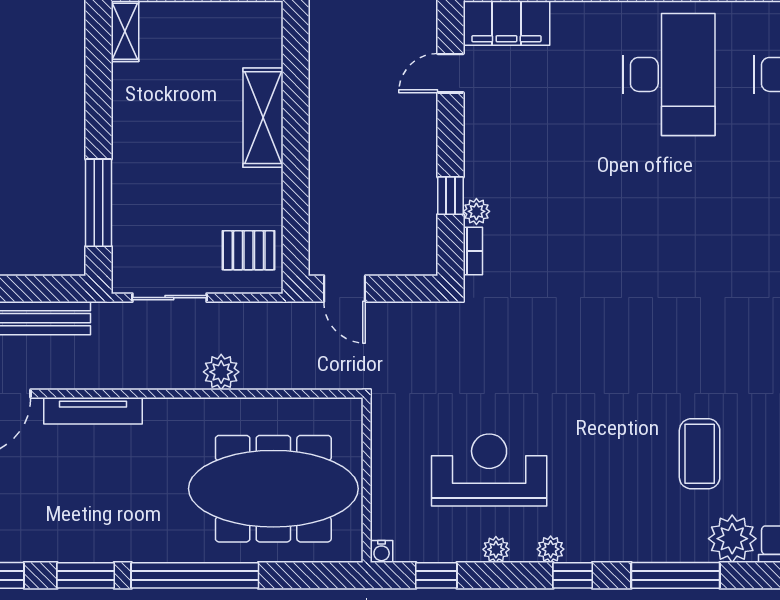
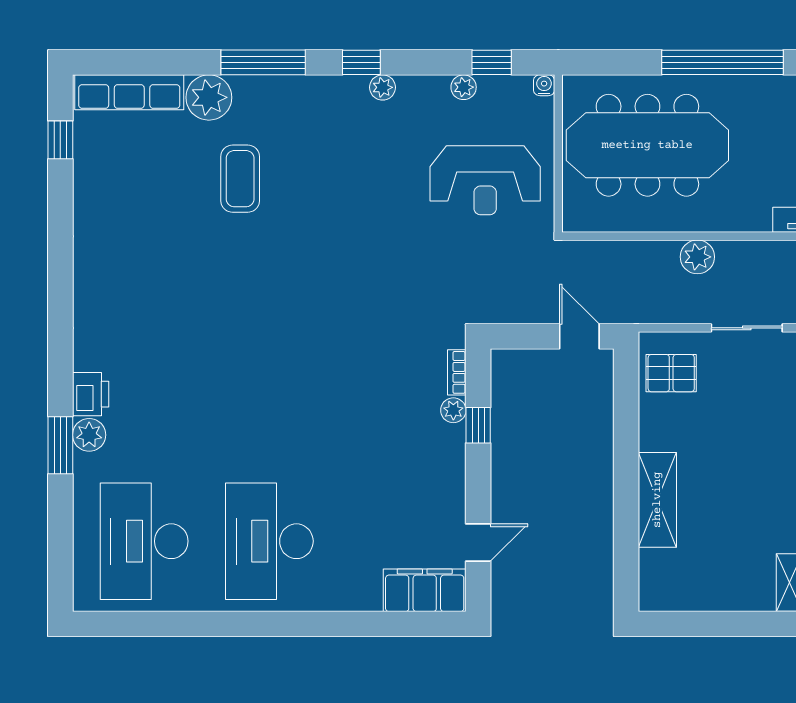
reception desk: (489, 470) -> (485, 180), moved
plant: (496, 549) -> (464, 87), moved

